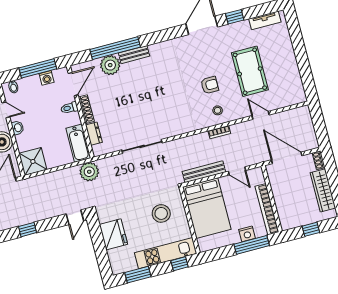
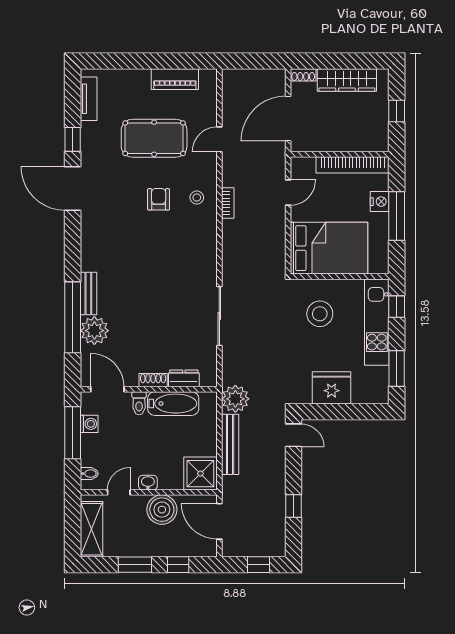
piano: (293, 75) -> (175, 79), added
shoe rack: (86, 109) -> (153, 380), width x0.70
bathtub: (78, 143) -> (173, 404), moved
bench: (204, 172) -> (230, 444), moved
window: (252, 245) -> (397, 216), moved

